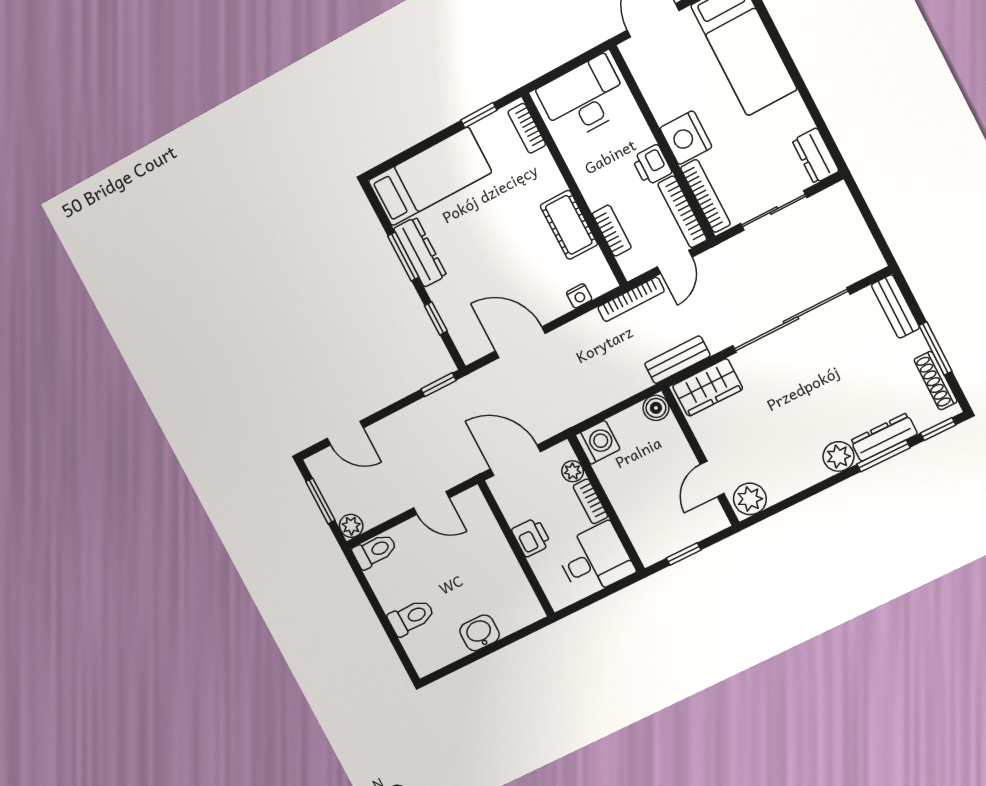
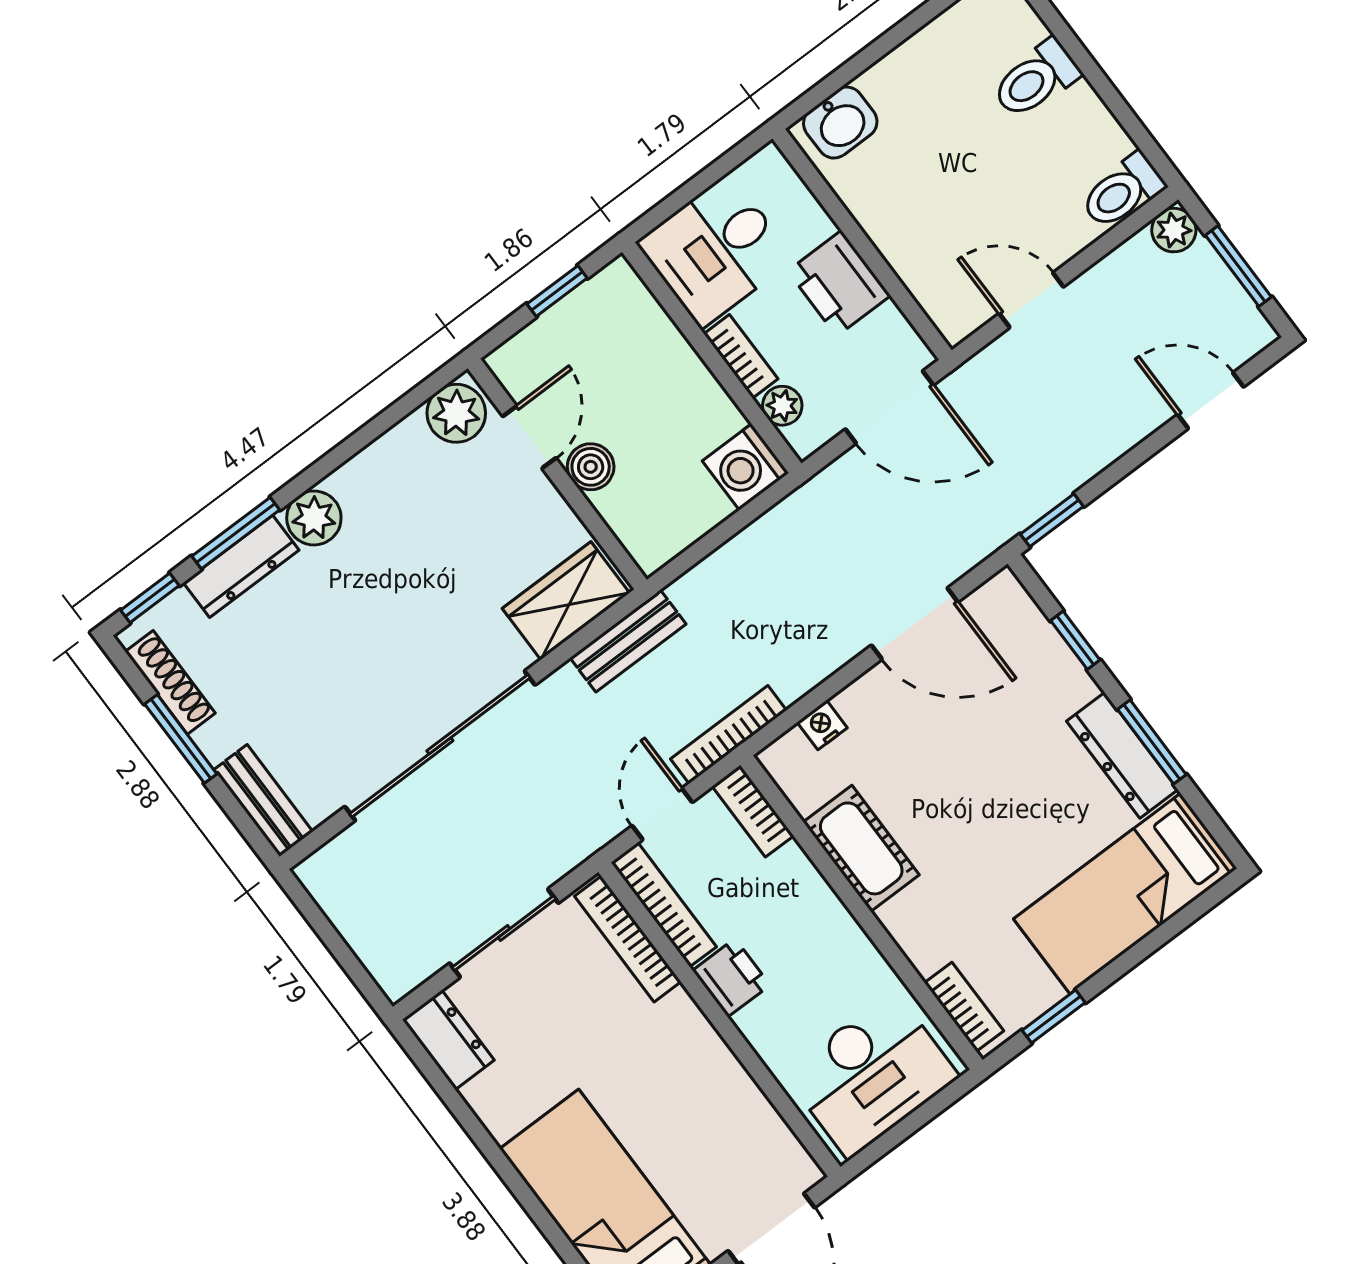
nightstand: (686, 138) -> (679, 1035), removed
bookcase: (612, 231) -> (753, 811), moved
boiler: (656, 408) -> (591, 467), moved
printer: (531, 537) -> (839, 283), width x1.36, depth x1.24
washbasin: (480, 633) -> (840, 123), moved

